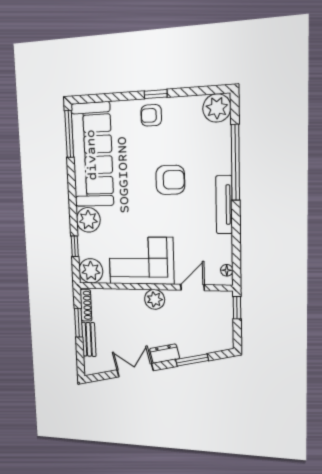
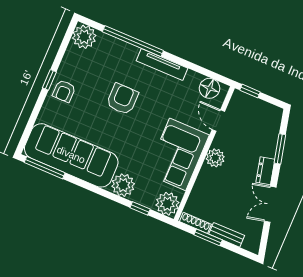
floor lamp: (227, 270) -> (210, 88), width x1.89, depth x1.89

